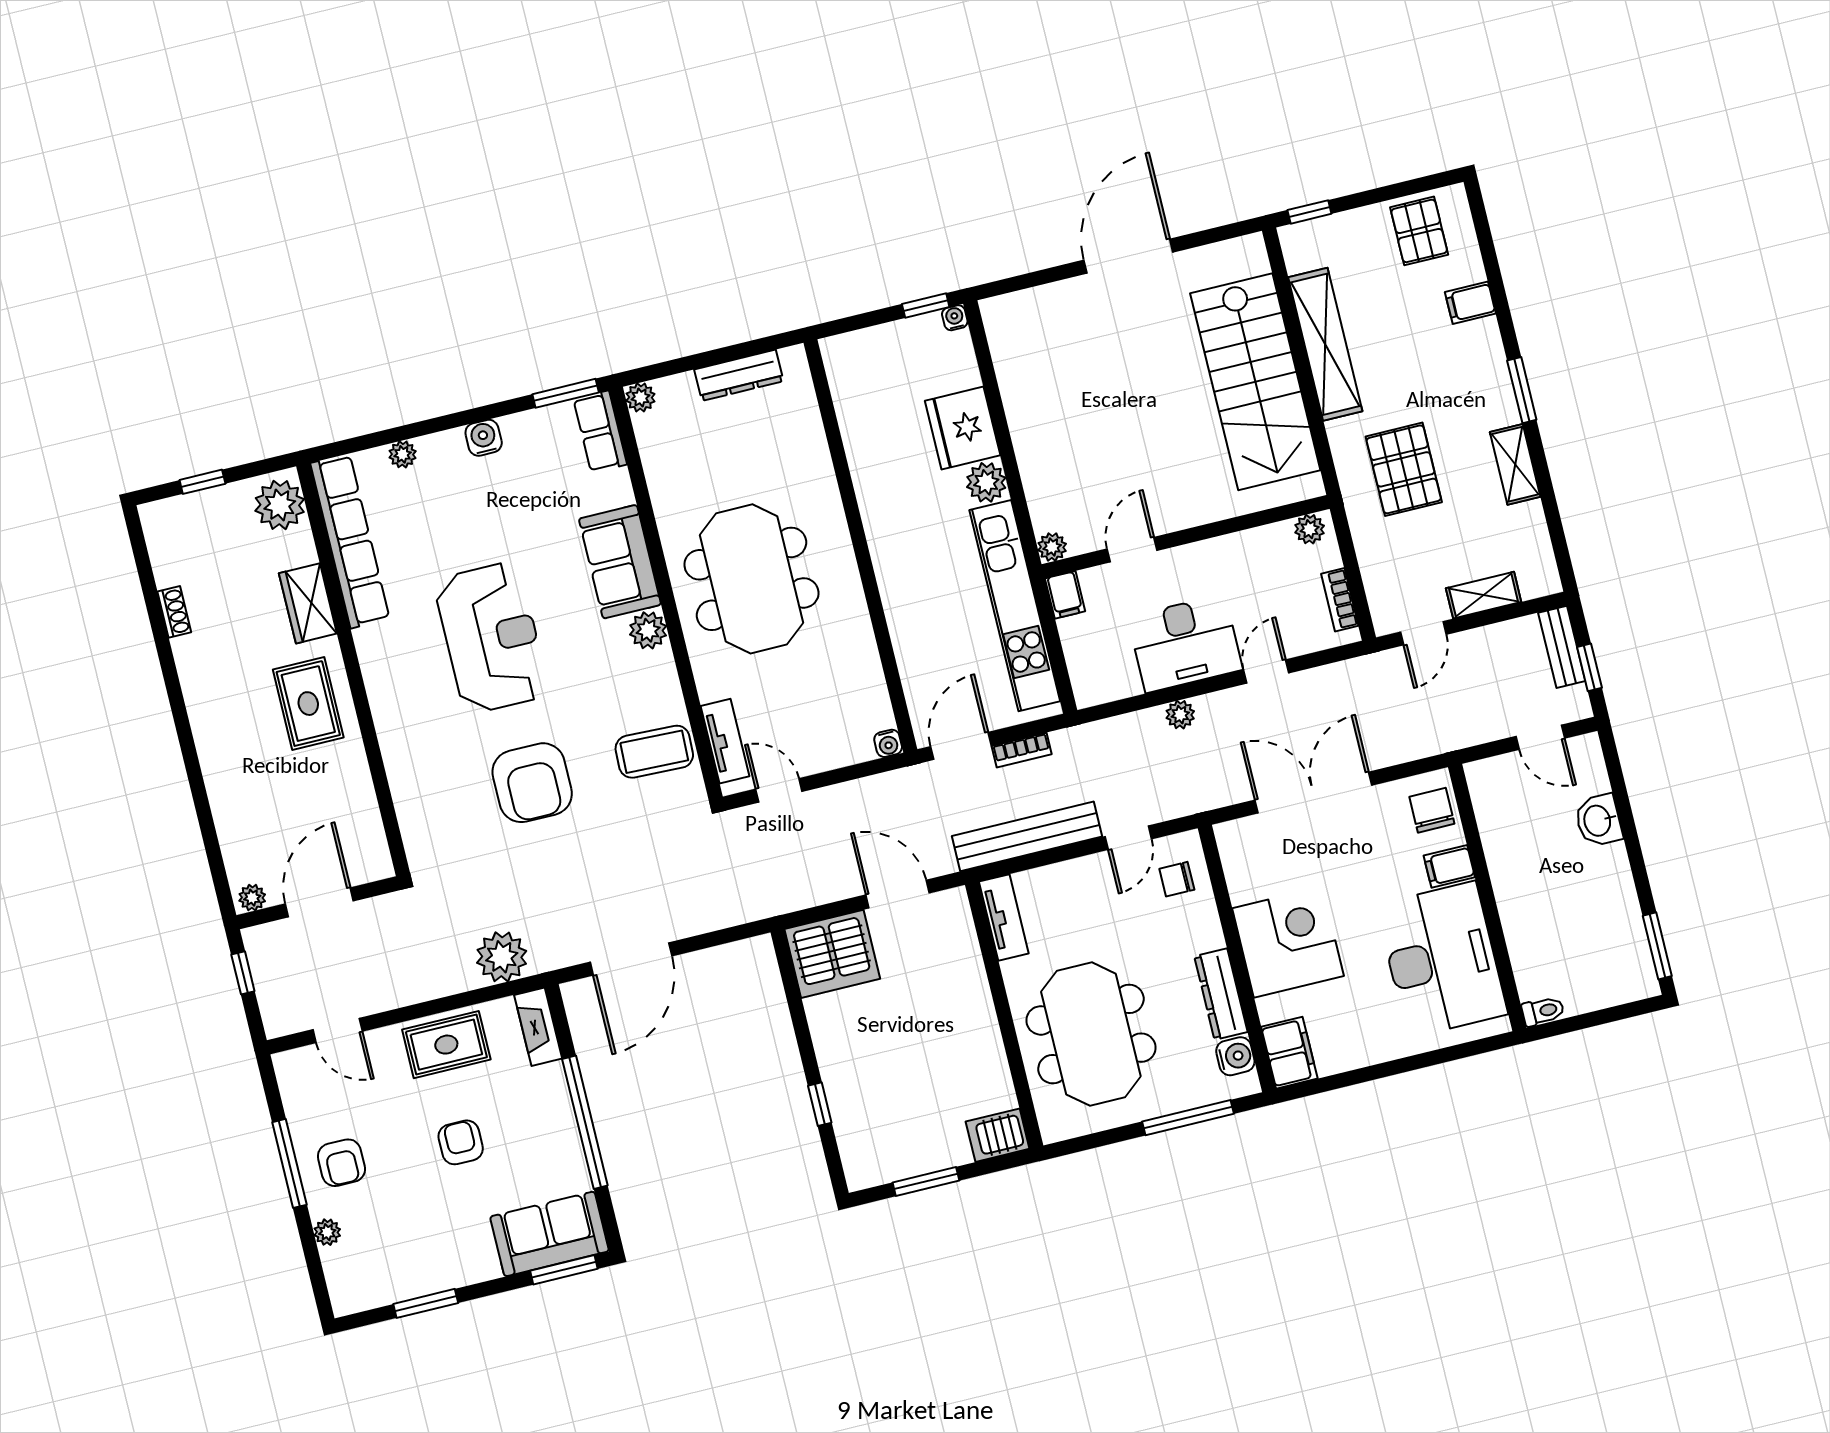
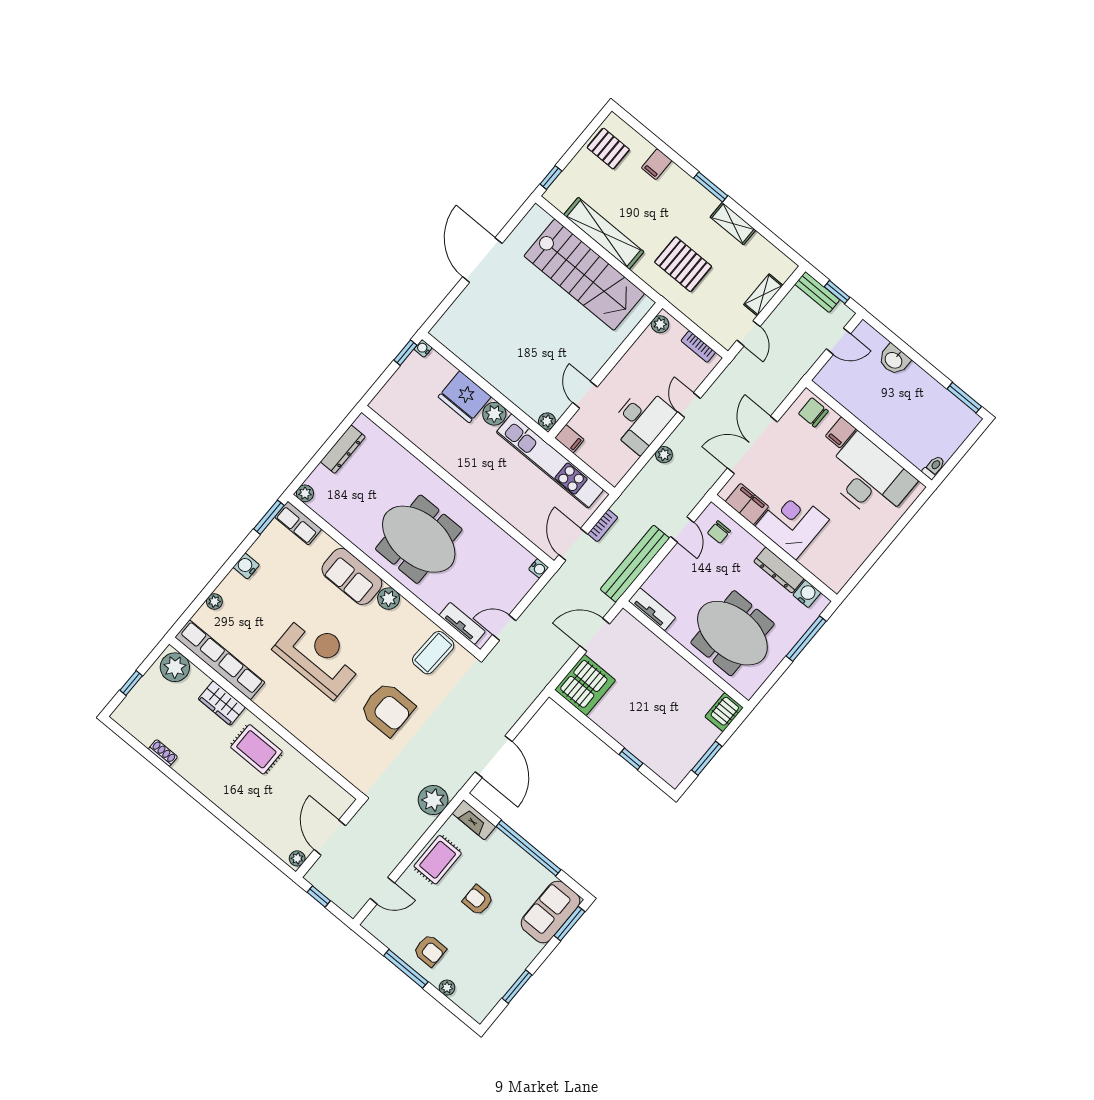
filing cabinet: (1289, 1053) -> (747, 504), moved

